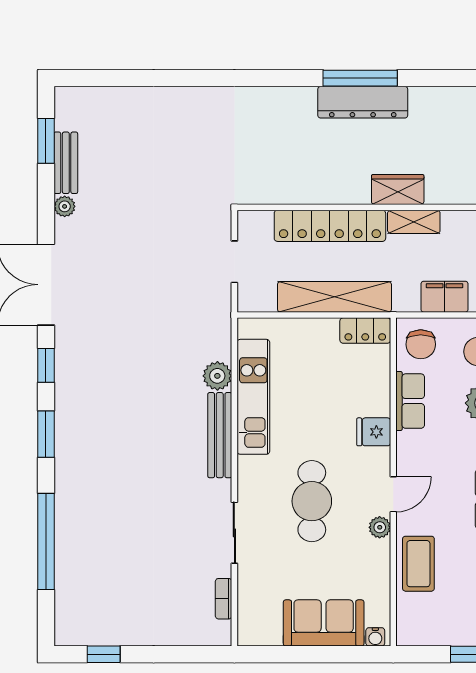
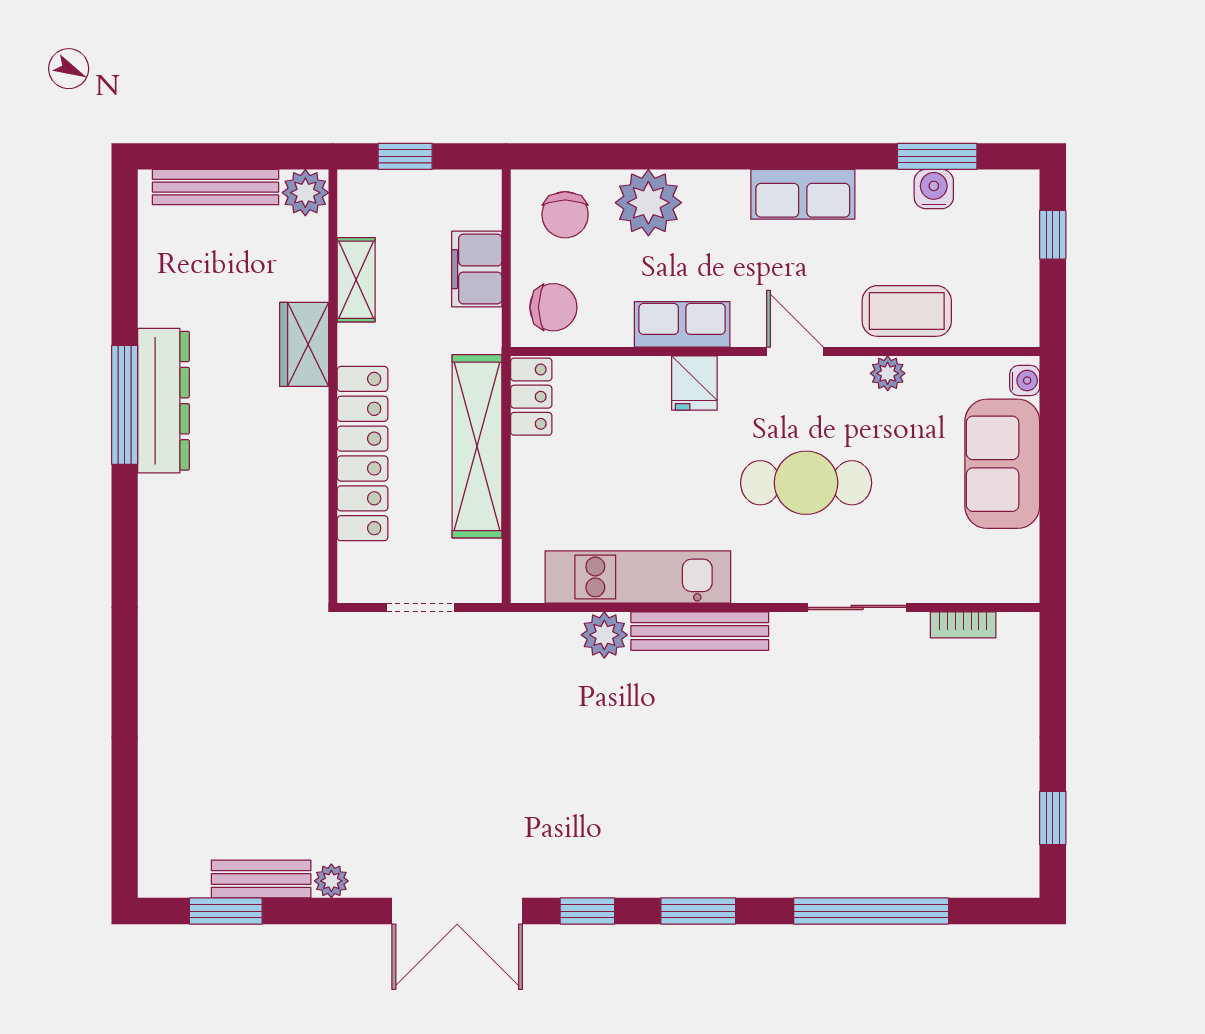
shelving: (414, 222) -> (356, 280), moved
row of seats: (410, 401) -> (682, 324), moved
plant: (380, 527) -> (888, 373), moved

